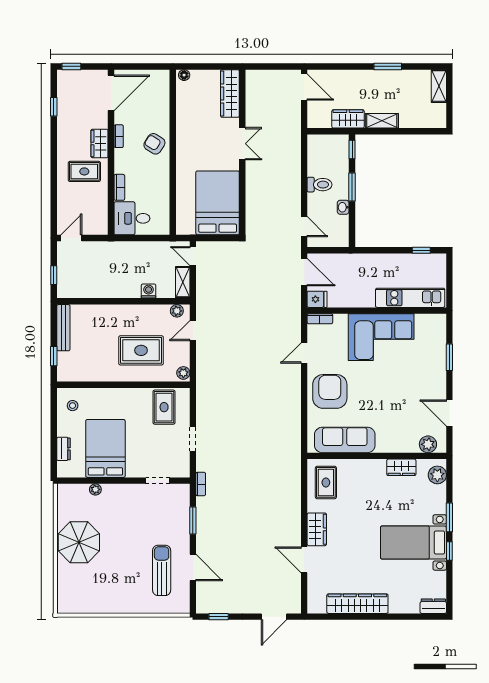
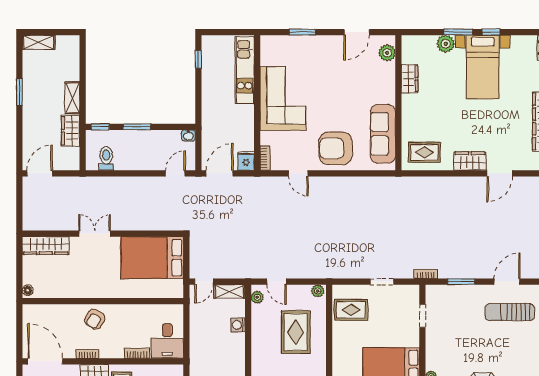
toilet: (320, 185) -> (106, 158), moved
washbasin: (343, 207) -> (188, 135), moved
plant: (437, 475) -> (446, 44), moved

